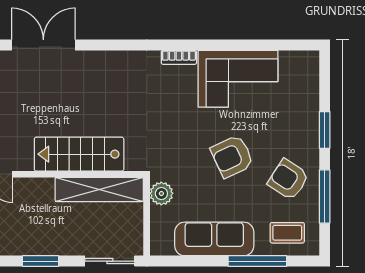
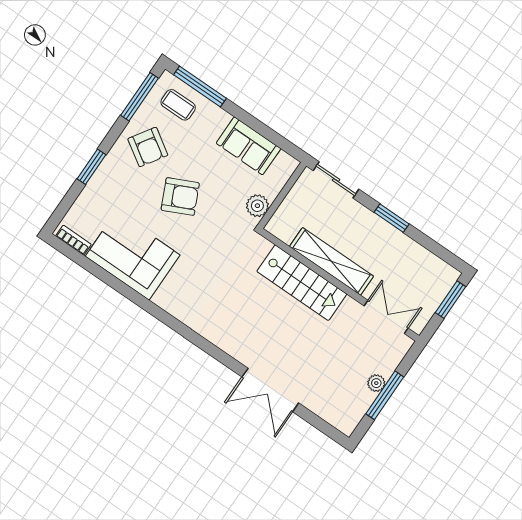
bookcase: (179, 57) -> (73, 240), moved
shelving: (99, 189) -> (331, 261), moved
window: (325, 196) -> (140, 97), moved
sofa: (214, 239) -> (248, 146), width x0.73
window: (257, 261) -> (200, 86), moved

